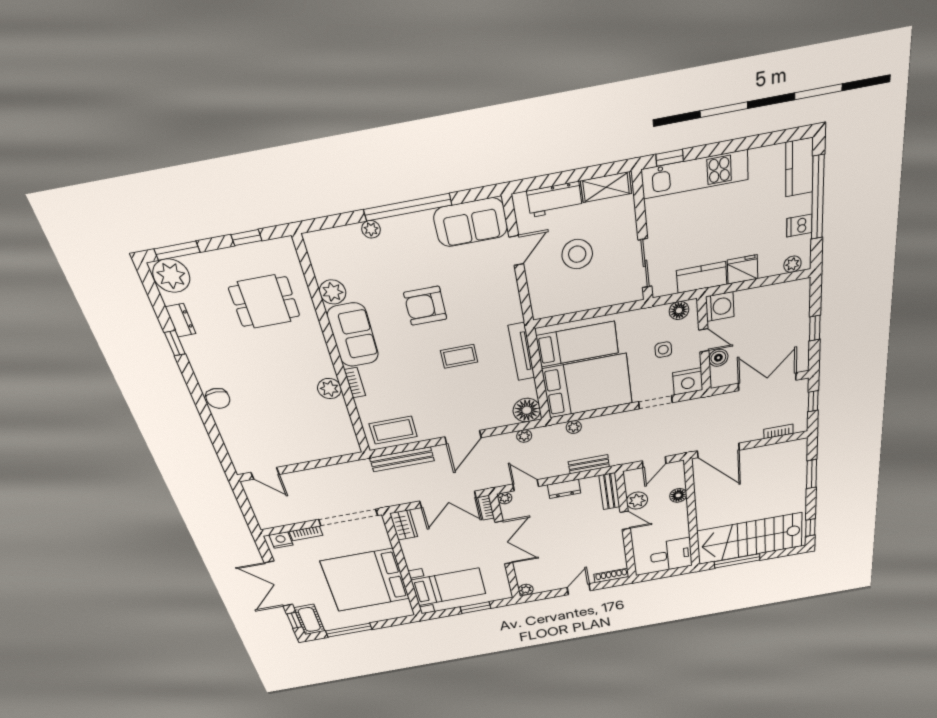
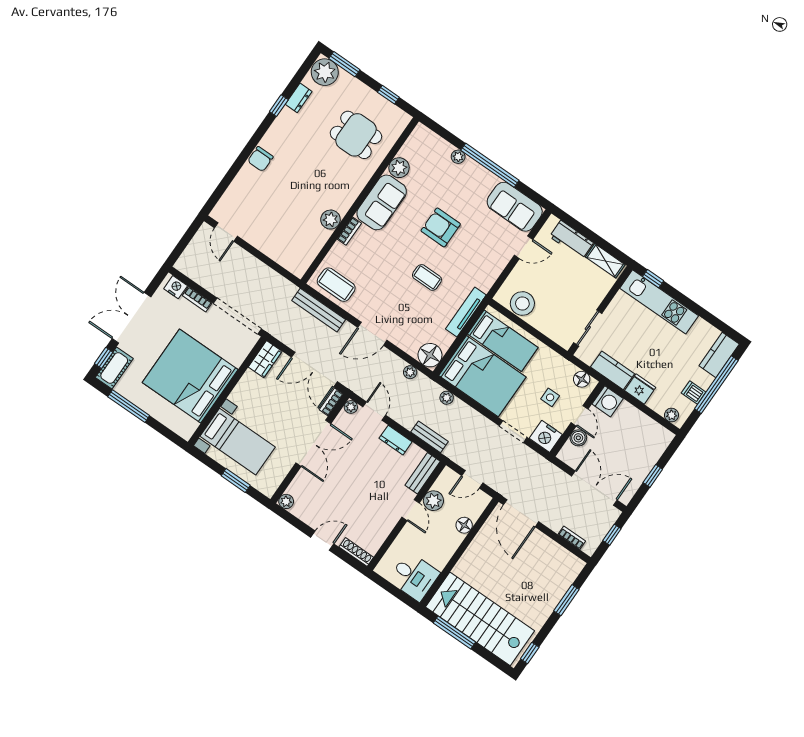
stool: (577, 254) -> (522, 303), moved

